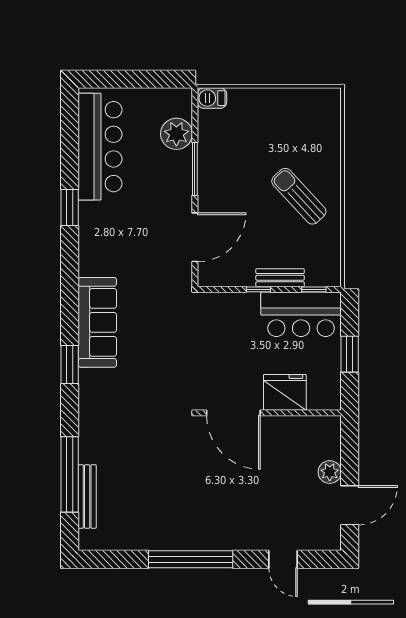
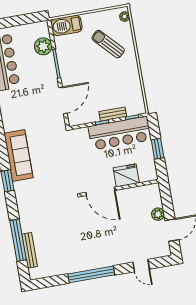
barbecue: (212, 98) -> (66, 25), width x1.88, depth x1.53
plant: (332, 106) -> (125, 17), added
sun lounger: (299, 196) -> (108, 44), moved
bar counter: (301, 314) -> (120, 133), width x1.36

